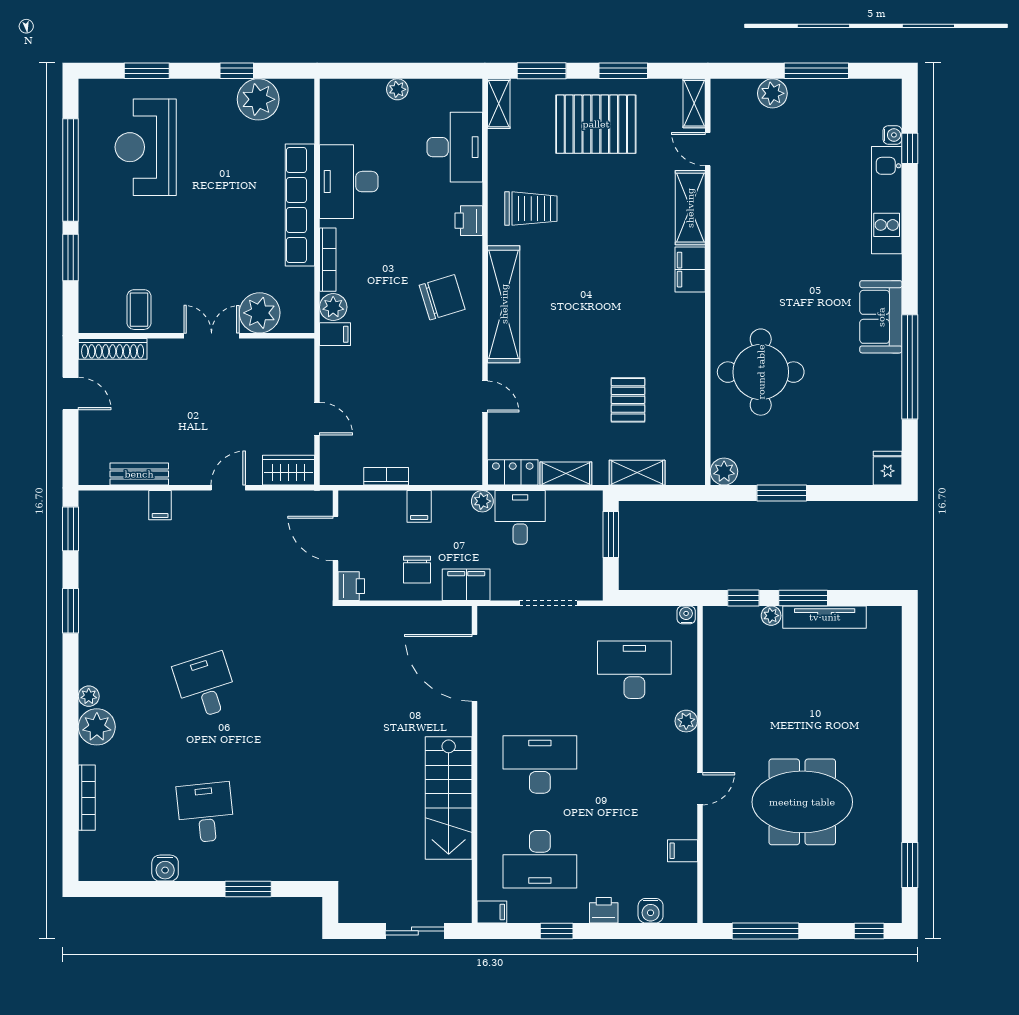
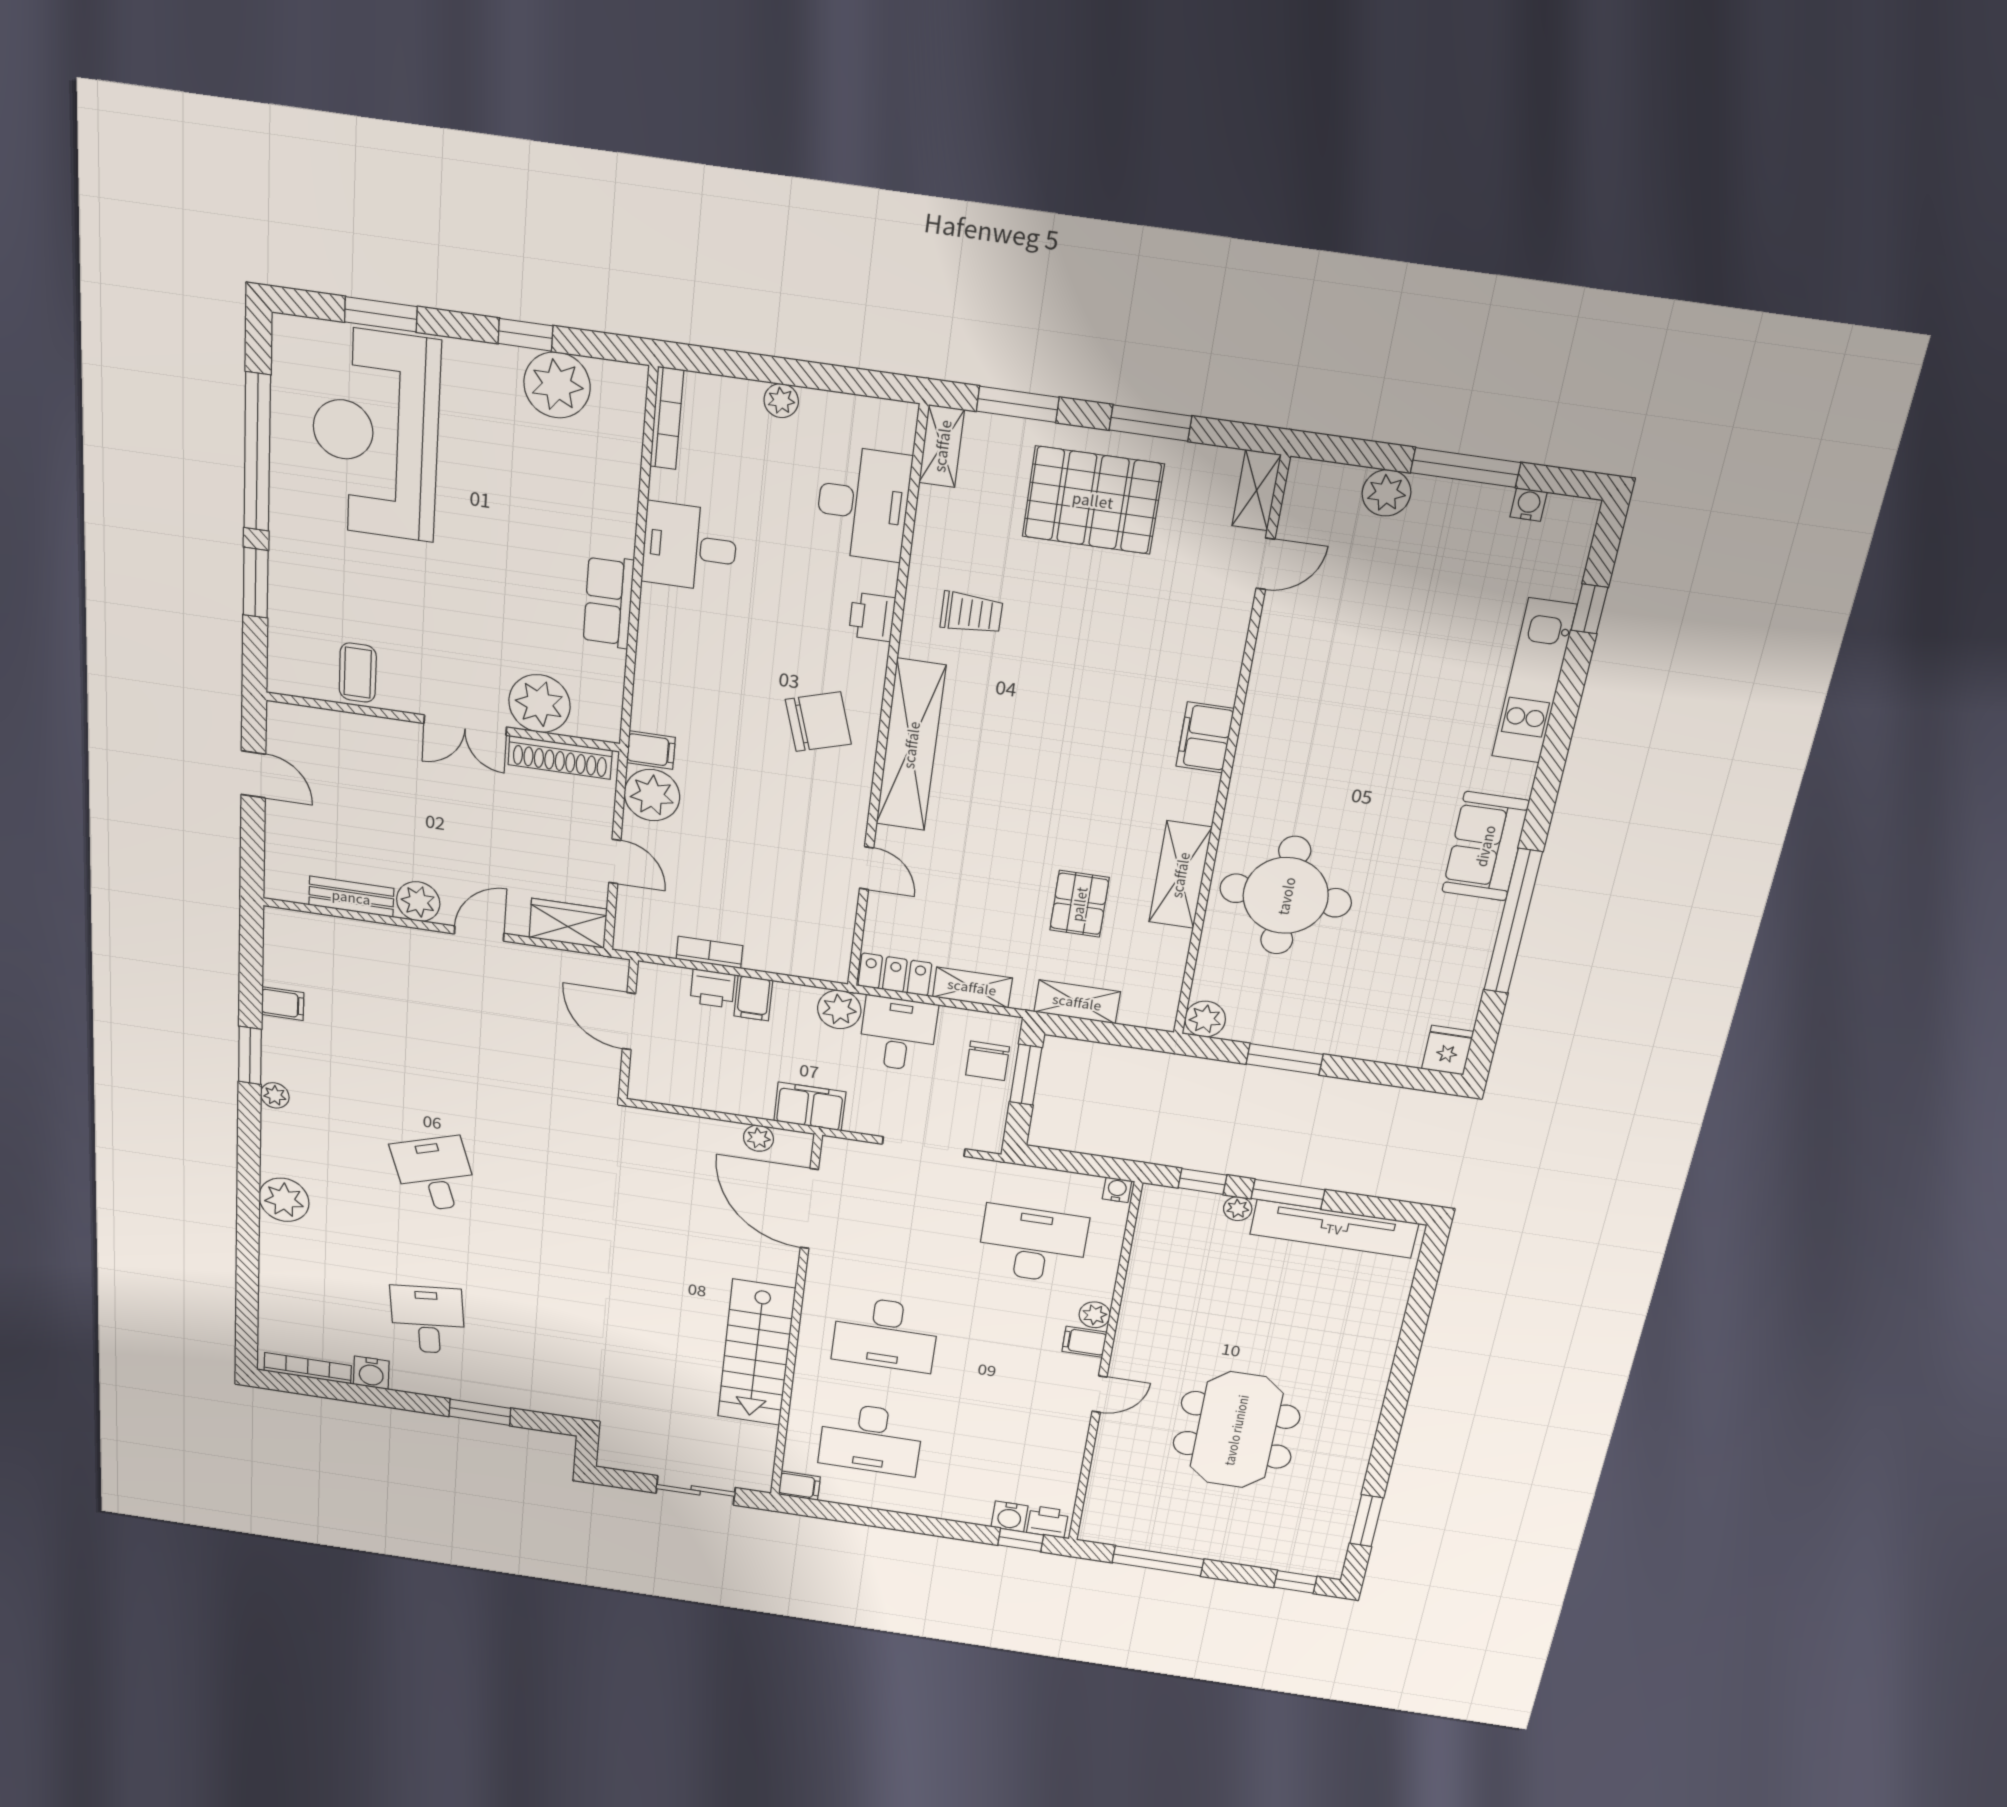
water cooler: (892, 135) -> (1529, 504), moved, turned -90
reception desk: (146, 147) -> (375, 434), width x1.36, depth x1.30
door: (708, 149) -> (1265, 564), swing flipped
desk: (349, 182) -> (690, 547), width x0.73
row of seats: (300, 205) -> (608, 602), width x0.50
shelving: (690, 208) -> (1180, 875), moved
trolley: (531, 209) -> (971, 613), width x0.73, depth x0.72
bookcase: (328, 260) -> (667, 418), moved
plant: (333, 307) -> (652, 795), moved, width x1.36, depth x1.36
double door: (212, 336) -> (465, 725), swing flipped
shoe rack: (113, 349) -> (560, 757), moved
plant: (185, 470) -> (418, 902), added
plant: (482, 501) -> (839, 1009), width x1.38, depth x1.38
filing cabinet: (160, 505) -> (283, 1004), moved, turned -90
window: (71, 529) -> (251, 953), removed
chair: (417, 570) -> (988, 1061), moved
printer: (351, 586) -> (712, 989), moved, turned 90
plant: (433, 616) -> (758, 1138), added
tv unit: (825, 617) -> (1334, 1229), width x1.36, depth x1.29
plant: (89, 696) -> (275, 1095), moved
desk: (540, 764) -> (885, 1334), turned 180
bookcase: (87, 798) -> (308, 1368), moved, turned -90
meeting table: (802, 802) -> (1236, 1430), turned 90
filing cabinet: (682, 851) -> (1084, 1342), moved
printer: (604, 910) -> (1048, 1522), moved
window: (557, 931) -> (1021, 1540), moved

